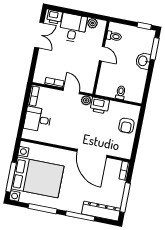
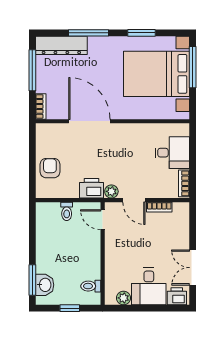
window: (144, 26) -> (70, 308), moved
door: (102, 54) -> (103, 220), moved
washbasin: (143, 61) -> (45, 285), moved
window: (43, 209) -> (141, 33), width x0.69

